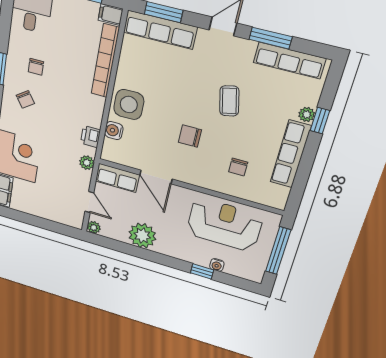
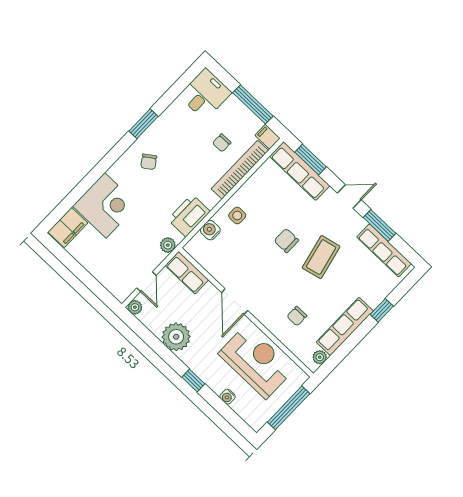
chair: (36, 67) -> (222, 143), moved
coffee table: (229, 101) -> (321, 257), width x1.36, depth x1.30
side table: (129, 105) -> (237, 215), width x0.54, depth x0.54
plant: (307, 114) -> (320, 357), moved
chair: (190, 136) -> (286, 241), moved
printer: (90, 137) -> (189, 215), width x1.87, depth x1.48
door: (156, 177) -> (235, 302), moved
window: (202, 271) -> (193, 380), moved

